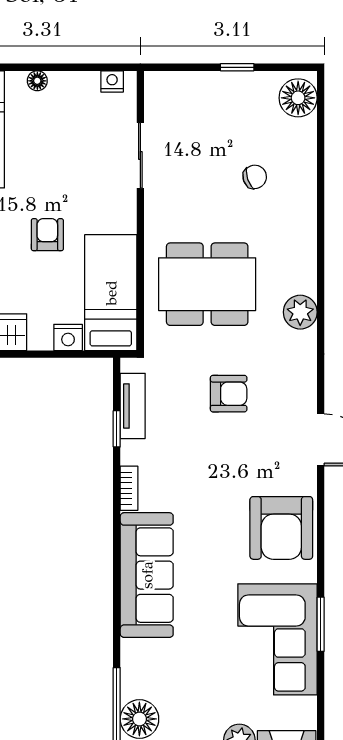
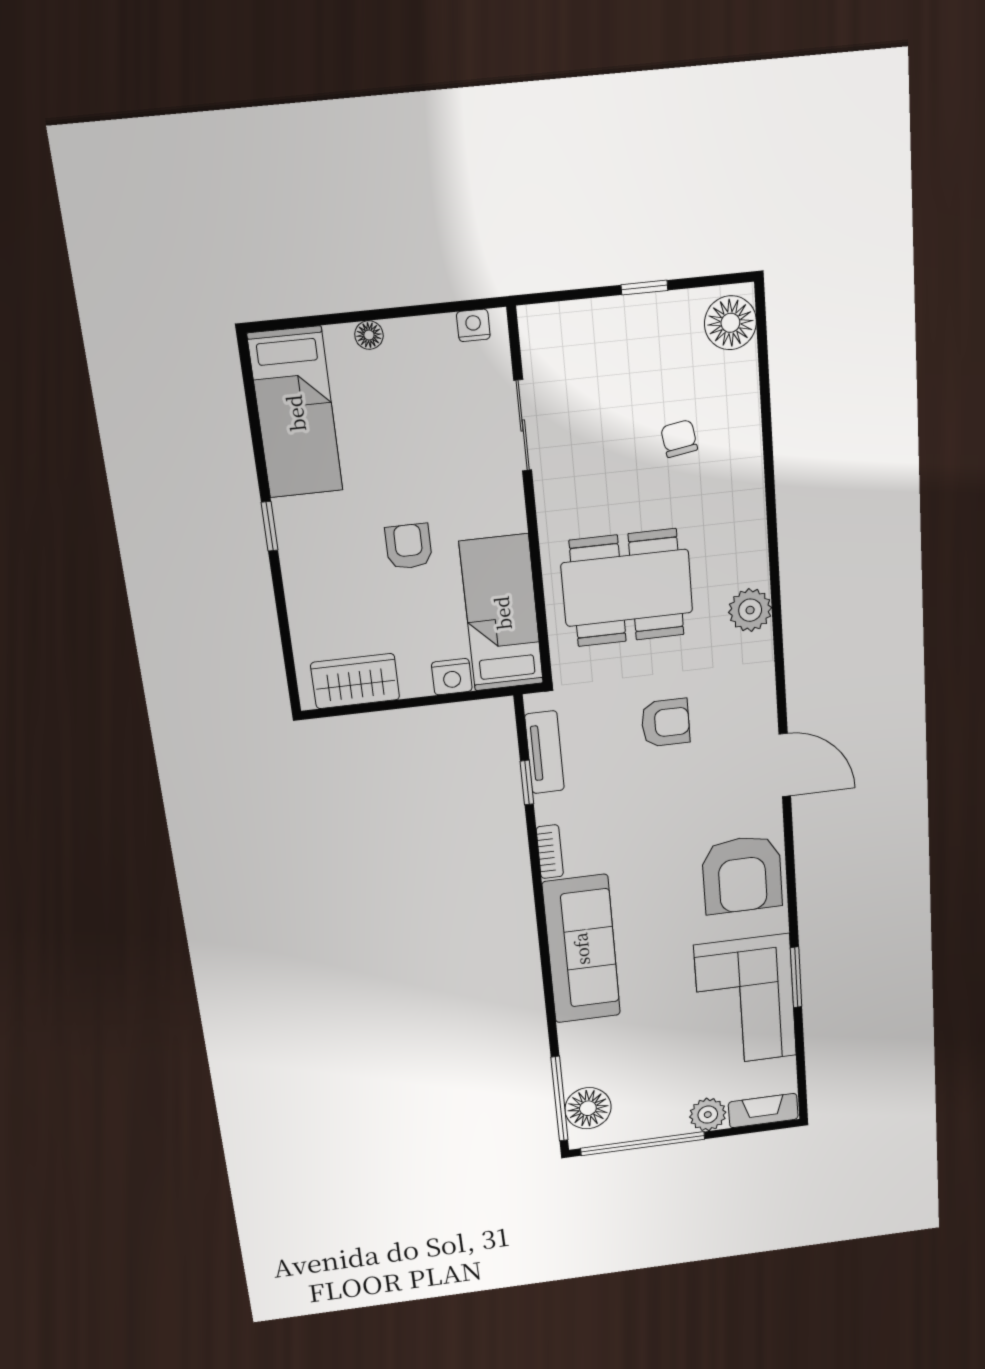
chair: (255, 177) -> (679, 438), turned -80

